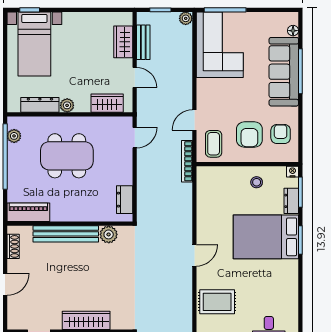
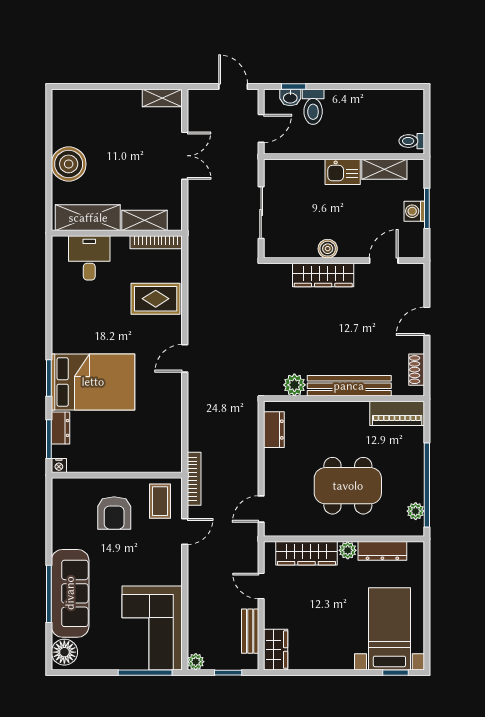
floor lamp: (293, 31) -> (64, 652), width x1.89, depth x1.89
wardrobe: (123, 42) -> (276, 650), moved
wardrobe: (107, 103) -> (306, 553), width x1.50
armchair: (249, 134) -> (114, 513), turned 180
armchair: (281, 134) -> (74, 514), removed
stool: (257, 182) -> (105, 452), removed

